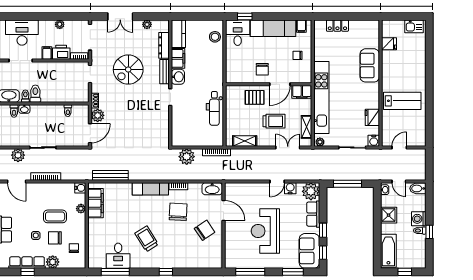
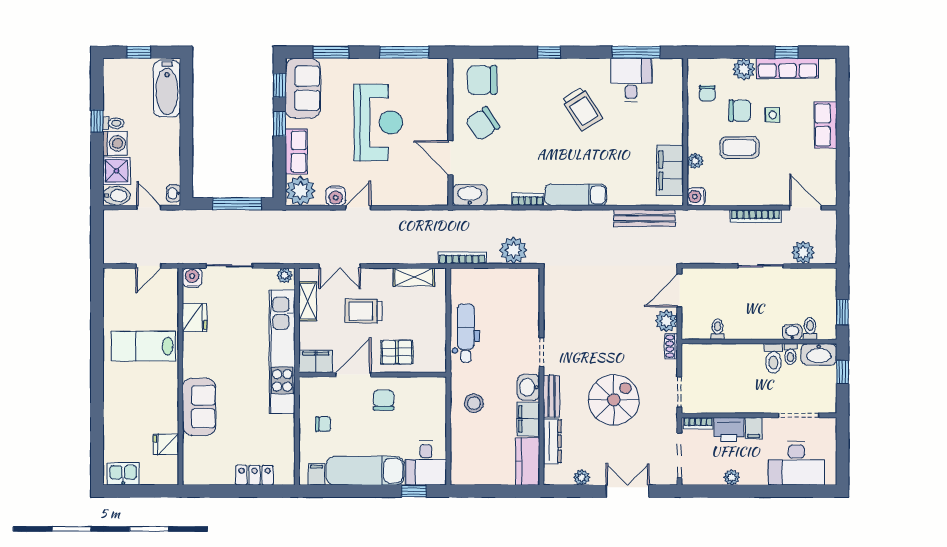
stool: (215, 37) -> (474, 403), moved
chair: (178, 212) -> (482, 80), moved, turned 87
shower: (389, 215) -> (117, 171), moved

